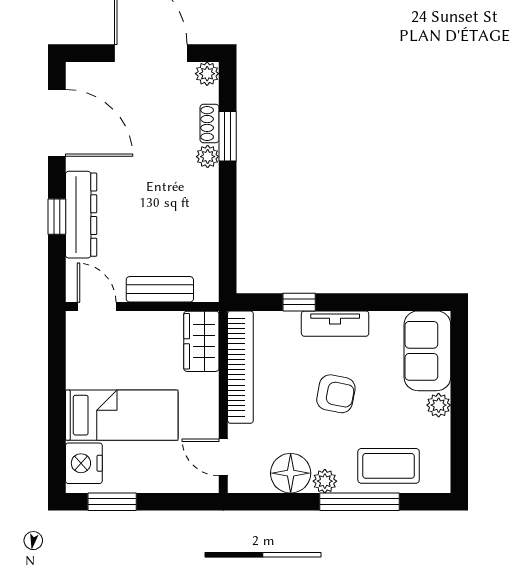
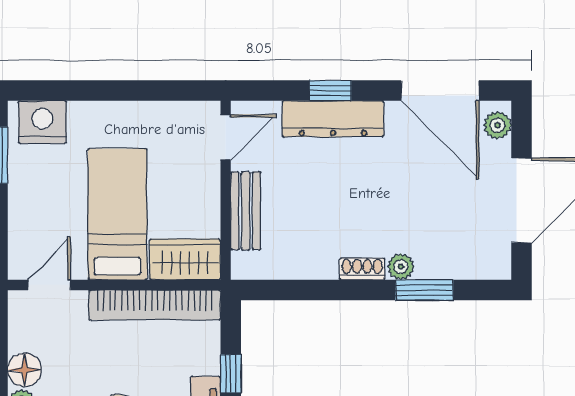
plant: (207, 74) -> (497, 125), moved
door: (57, 123) -> (440, 91), hinge flipped
shoe rack: (210, 123) -> (362, 269), moved
bed: (122, 415) -> (117, 214), moved, turned 180
floor lamp: (291, 473) -> (24, 370), width x0.73, depth x0.73

